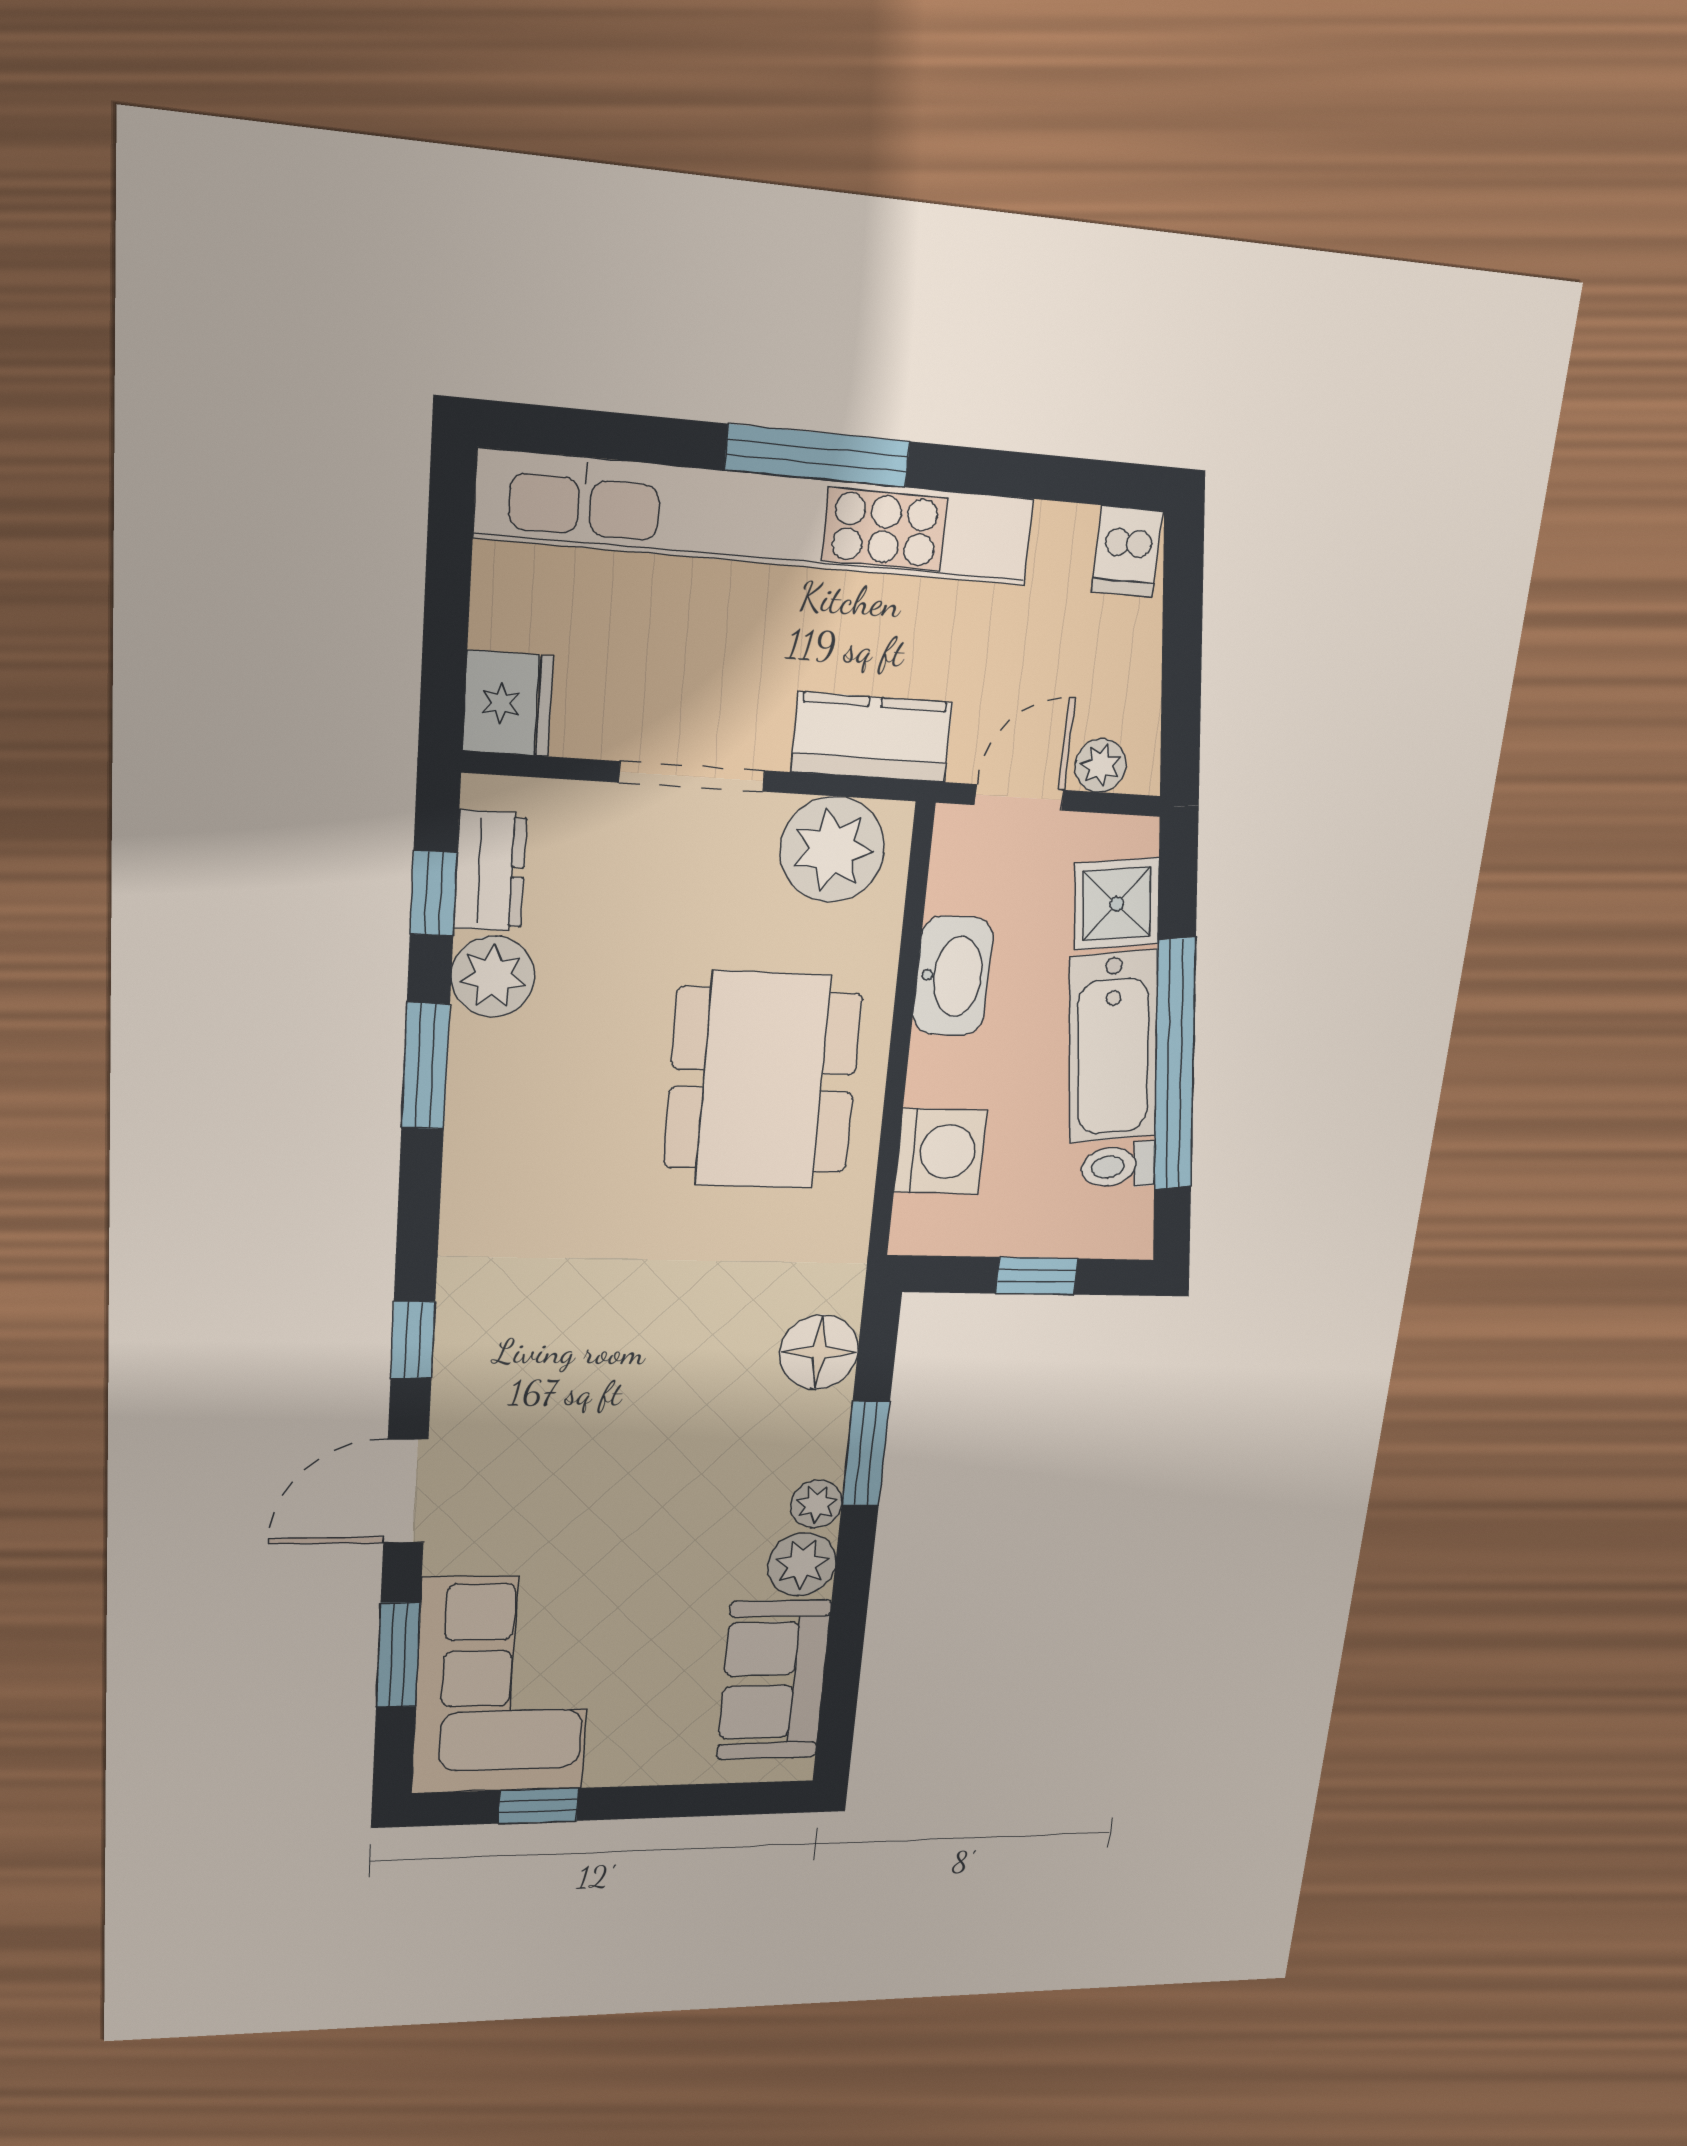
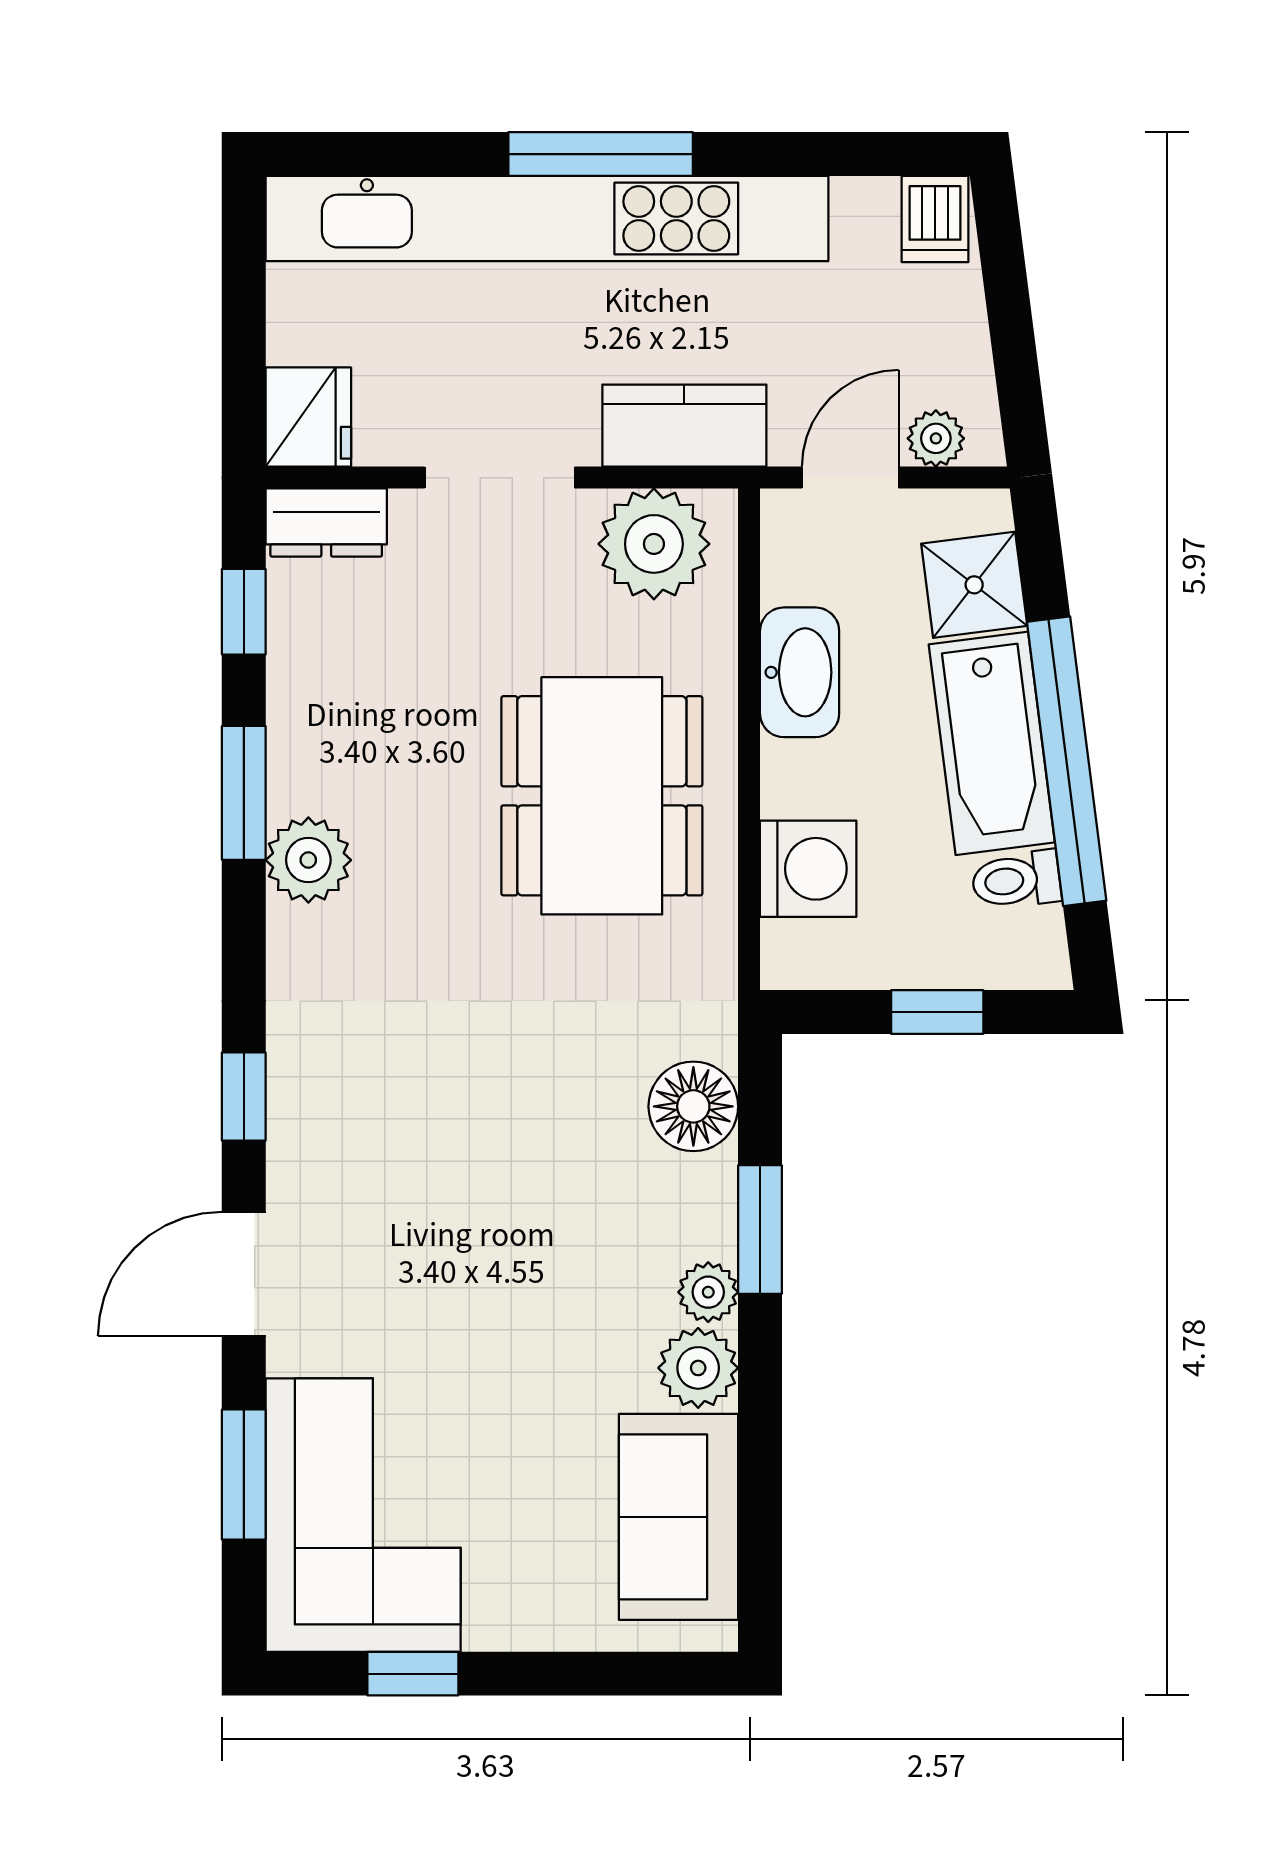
dresser: (490, 871) -> (326, 523), moved, turned 90
plant: (493, 976) -> (308, 860), moved

